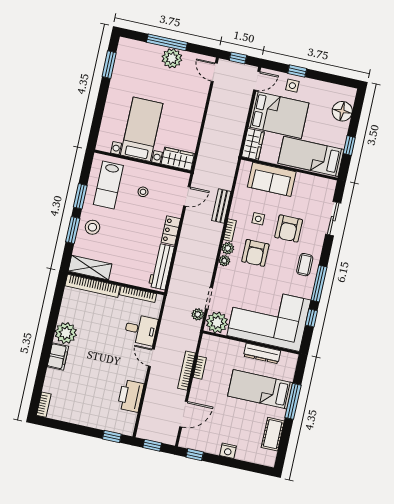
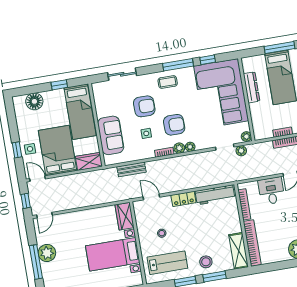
bench: (221, 206) -> (131, 169), moved
plant: (217, 322) -> (246, 136), width x0.53, depth x0.53

